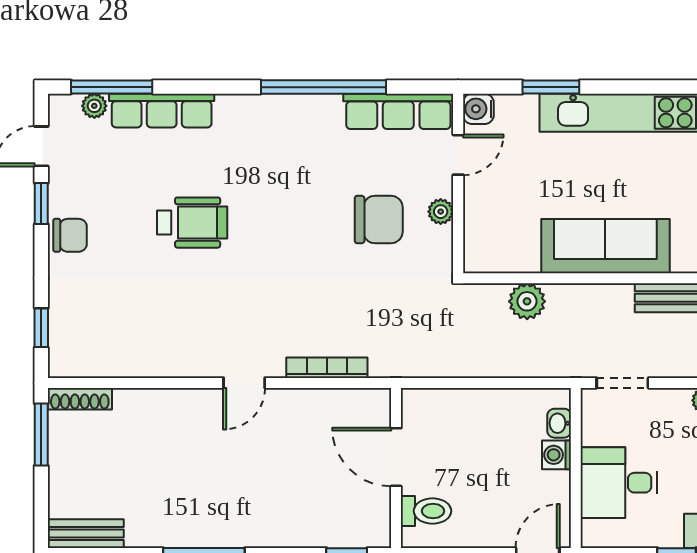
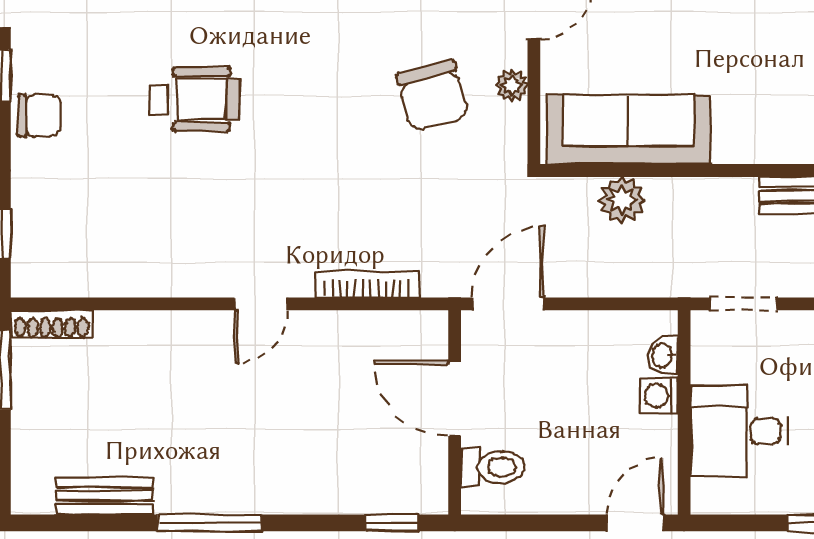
chair: (379, 220) -> (433, 96), turned 75
sofa: (605, 246) -> (628, 130), moved
door: (438, 383) -> (508, 304), added
bench: (86, 534) -> (105, 496), moved

